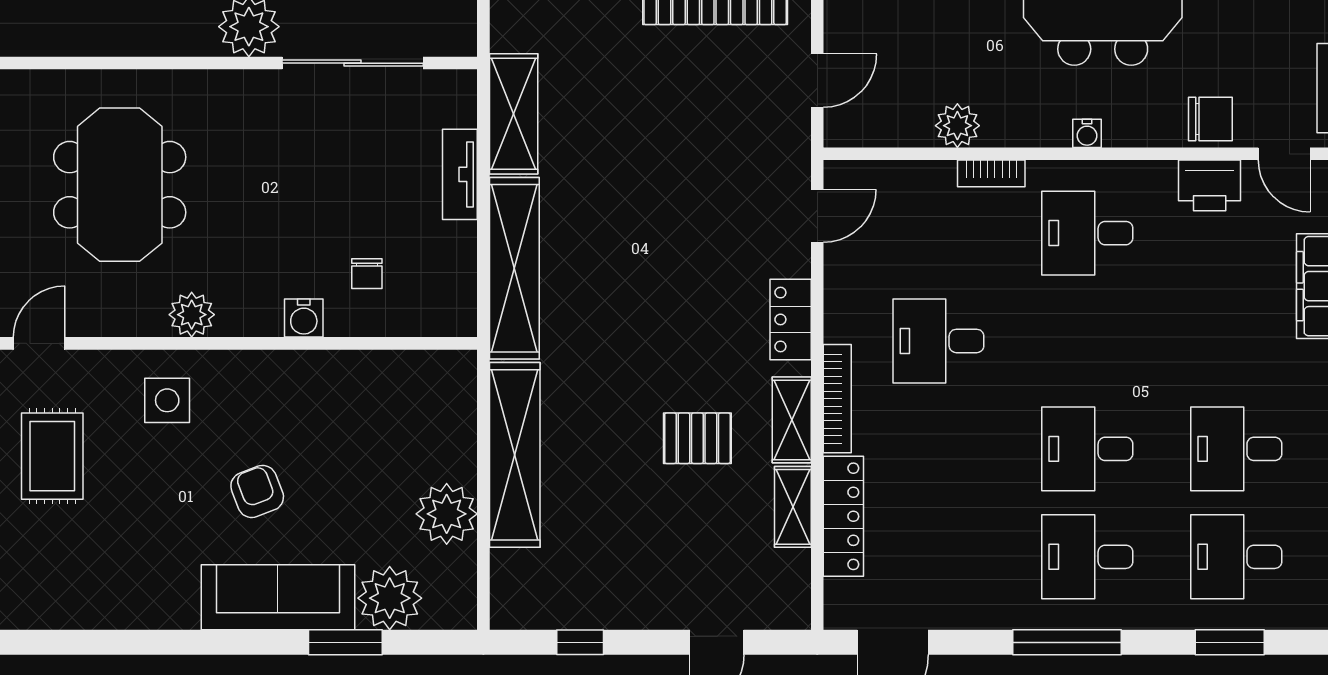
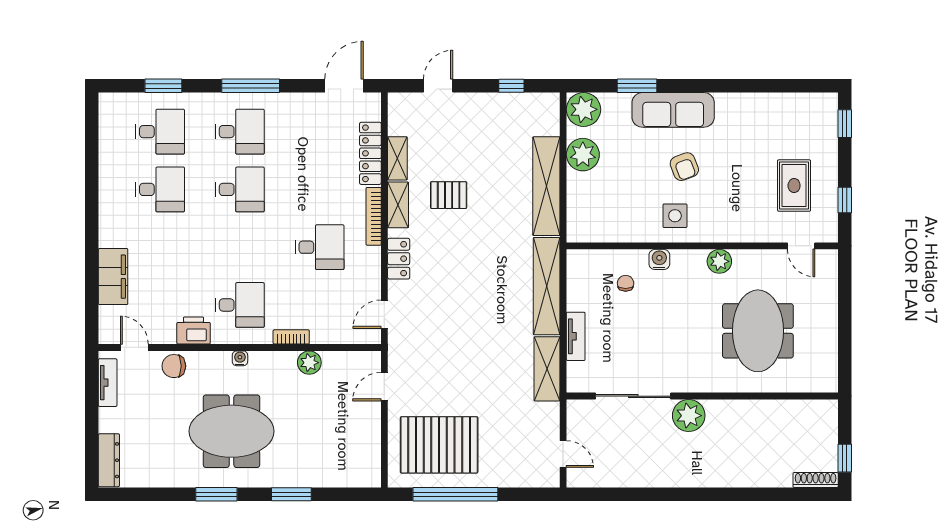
printer: (1210, 185) -> (194, 330), moved
door: (39, 343) -> (801, 246), hinge flipped
side table: (167, 400) -> (675, 216), moved
plant: (390, 598) -> (584, 109), moved

